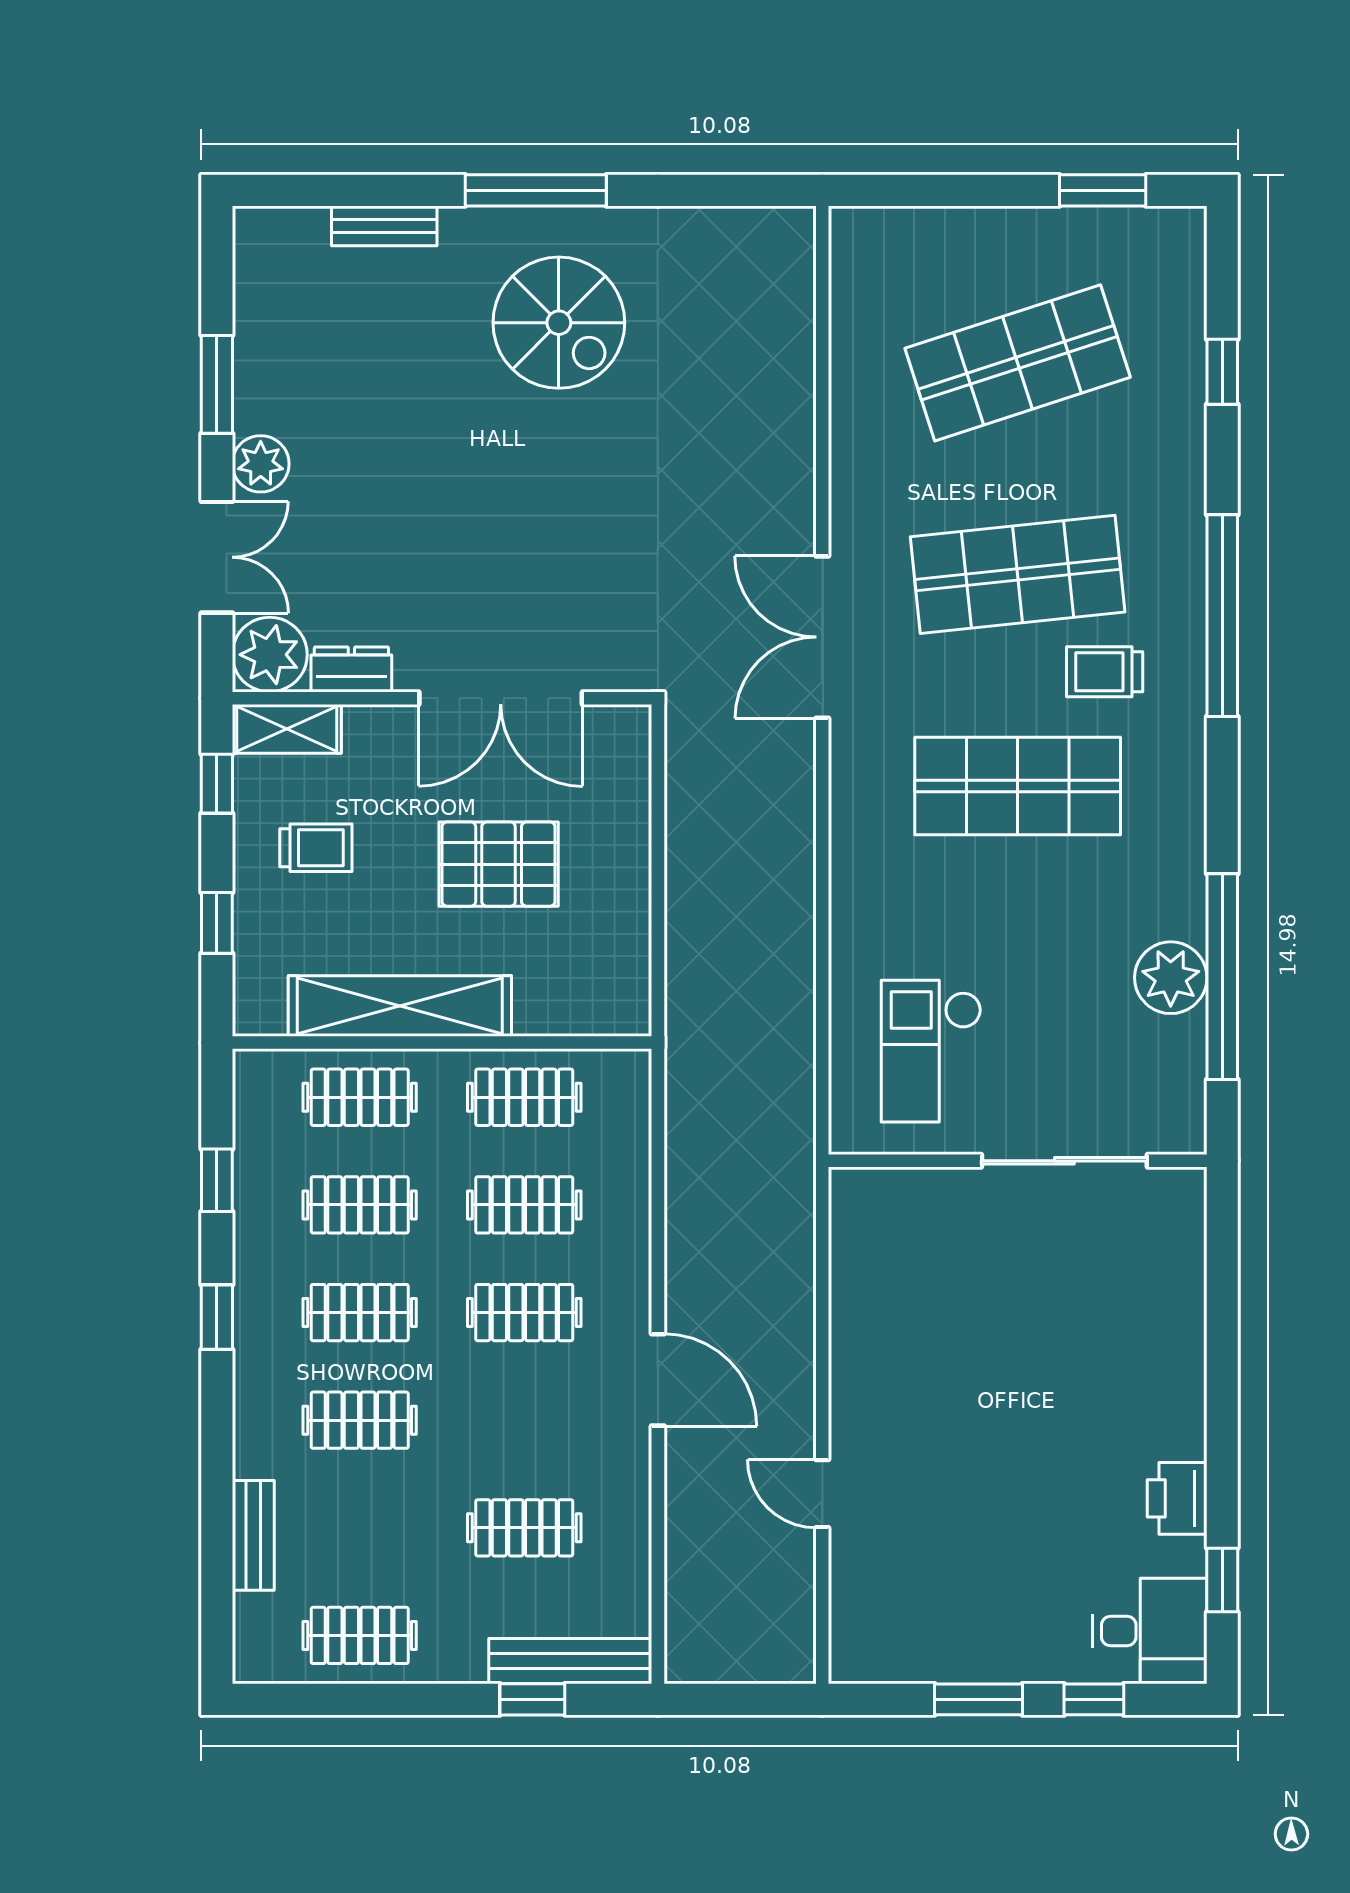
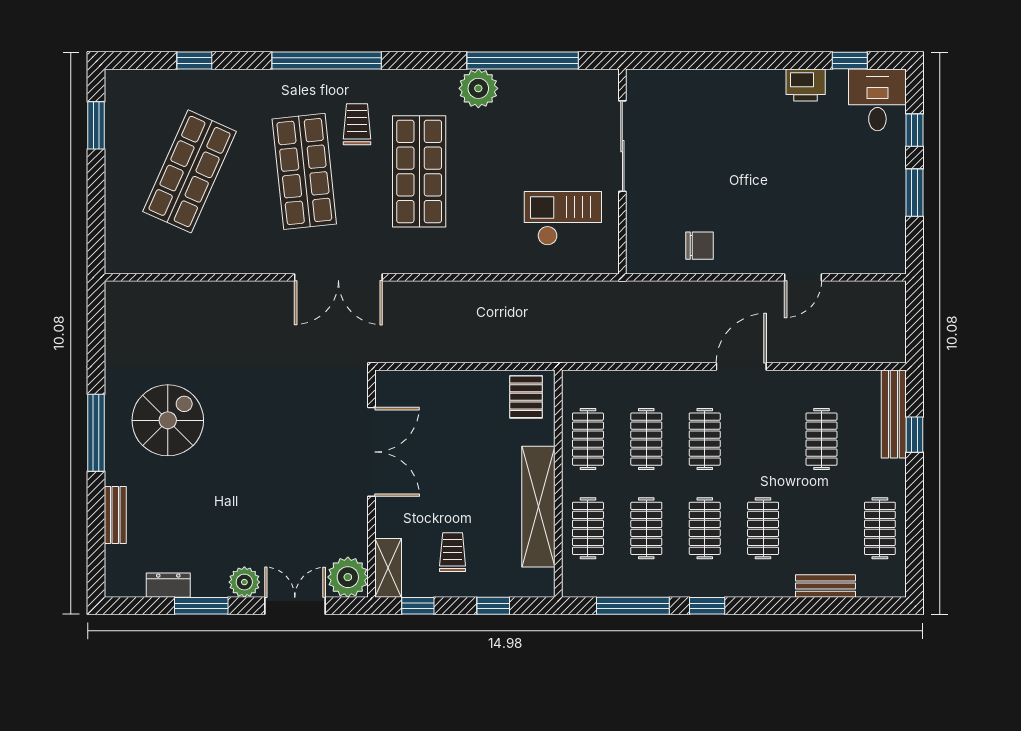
shop shelf: (1018, 363) -> (190, 171), turned 42
dresser: (351, 669) -> (168, 585), moved, turned 90
trolley: (1105, 672) -> (357, 124), turned 180
pallet: (499, 864) -> (526, 397), moved, width x0.67, depth x0.71
plant: (1171, 978) -> (478, 88), moved
checkout: (931, 1051) -> (563, 218), turned 180
window: (217, 1180) -> (633, 606), width x2.17
chair: (881, 1303) -> (700, 246), added

